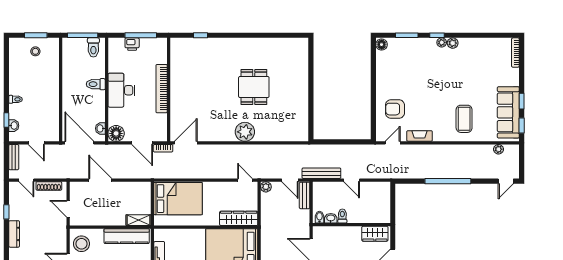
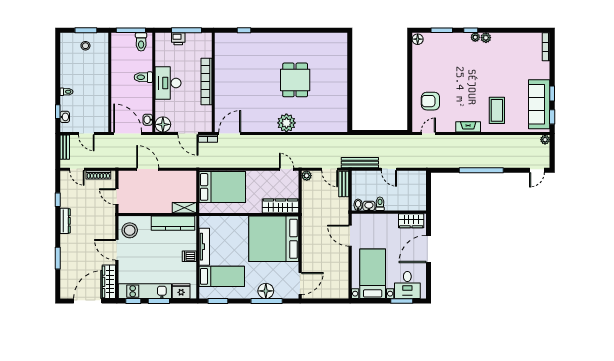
fireplace: (420, 136) -> (468, 127), moved
plant: (498, 149) -> (545, 140), moved

